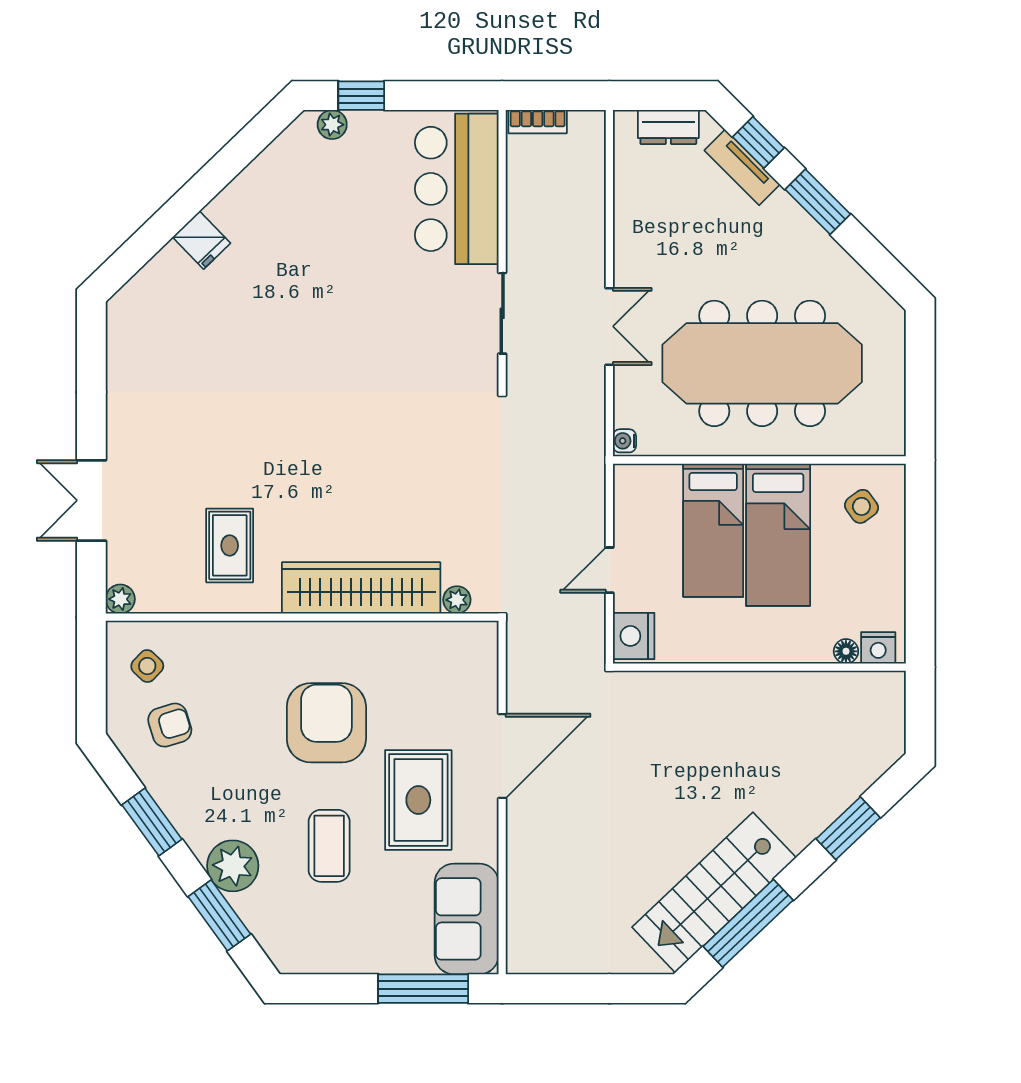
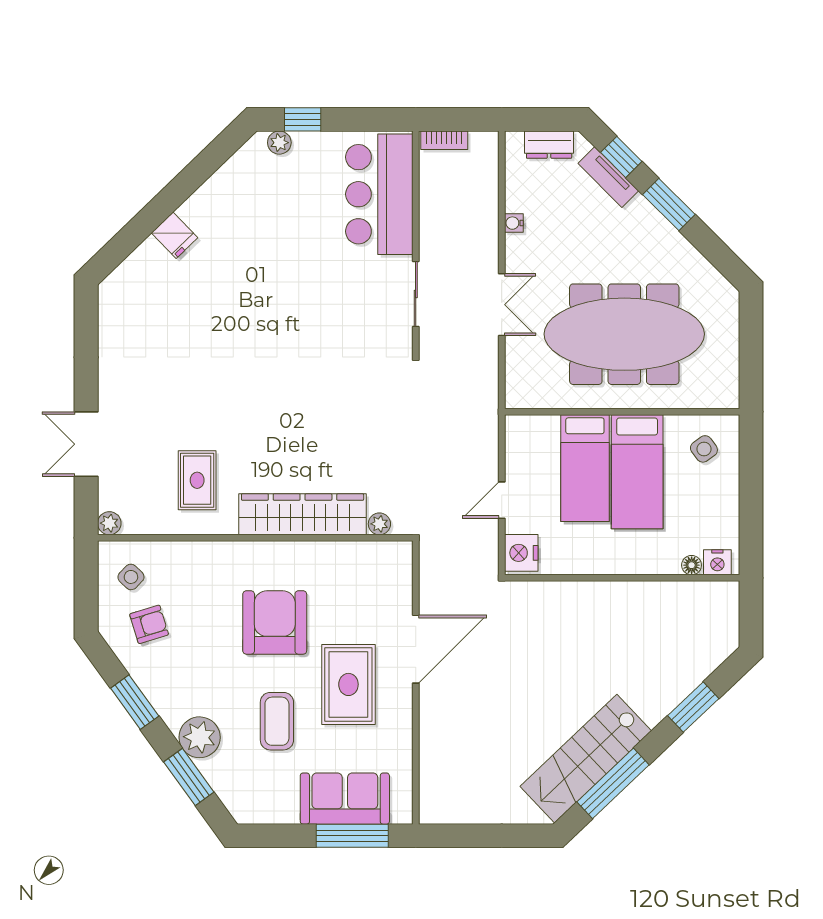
water cooler: (624, 441) -> (514, 223), moved
sofa: (467, 919) -> (345, 799), moved, turned 90

